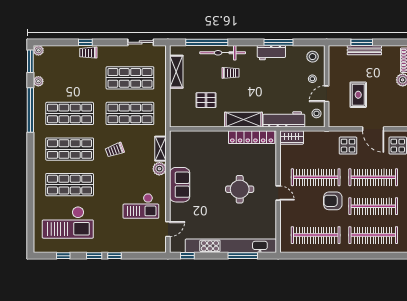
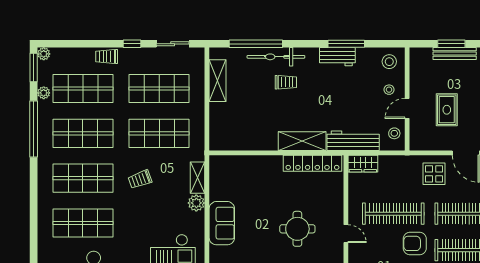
window: (85, 42) -> (132, 44), moved
shop shelf: (70, 78) -> (83, 88), added
pallet: (206, 100) -> (255, 116), removed

